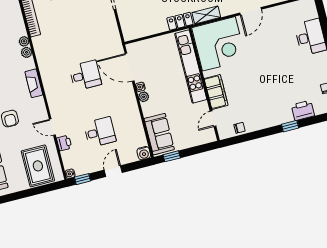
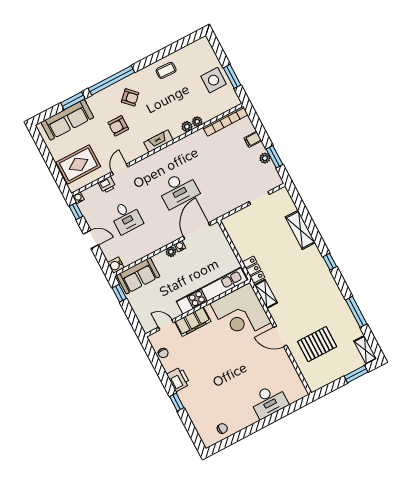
desk: (85, 75) -> (178, 190), width x1.37
printer: (303, 110) -> (178, 379), moved

